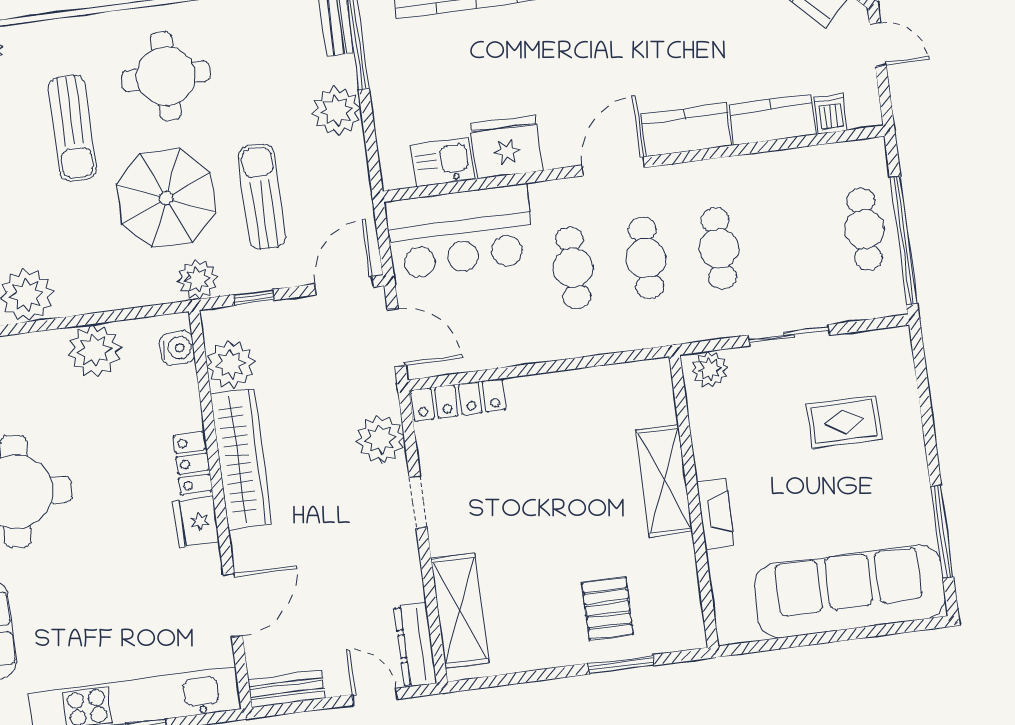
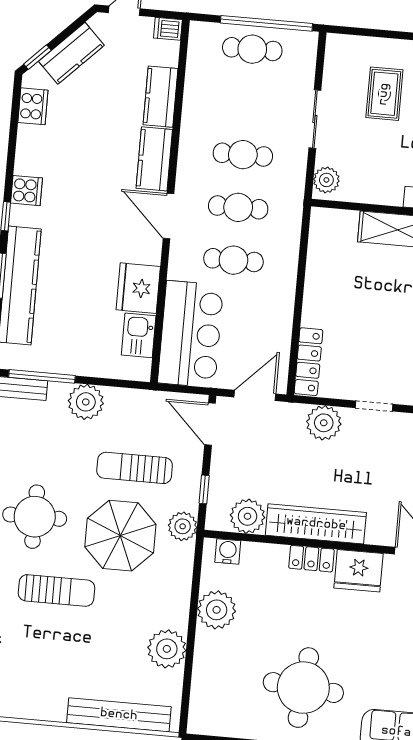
dishwasher: (831, 114) -> (168, 29), moved
fridge: (196, 522) -> (359, 571), width x1.36, depth x1.34

